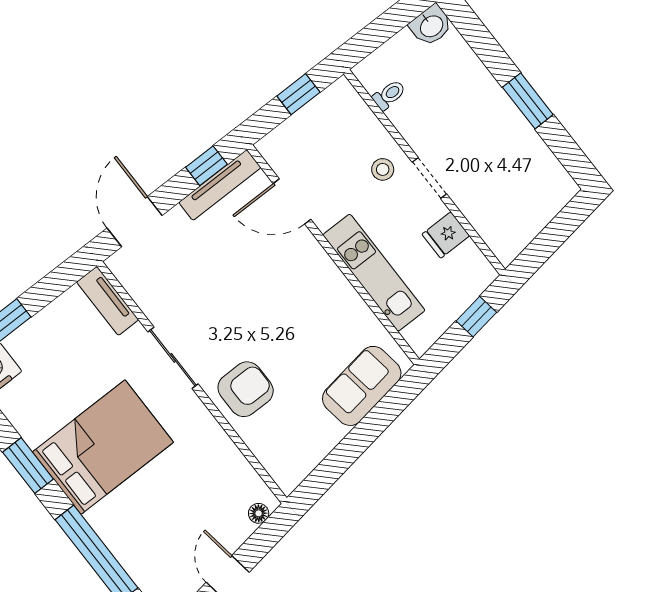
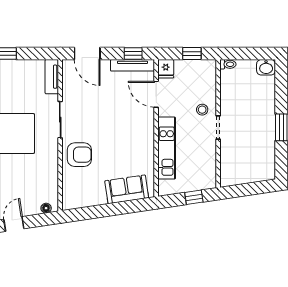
toilet: (389, 95) -> (228, 64), moved
door: (135, 222) -> (87, 53), swing flipped
fridge: (446, 235) -> (166, 69), moved, turned -90

